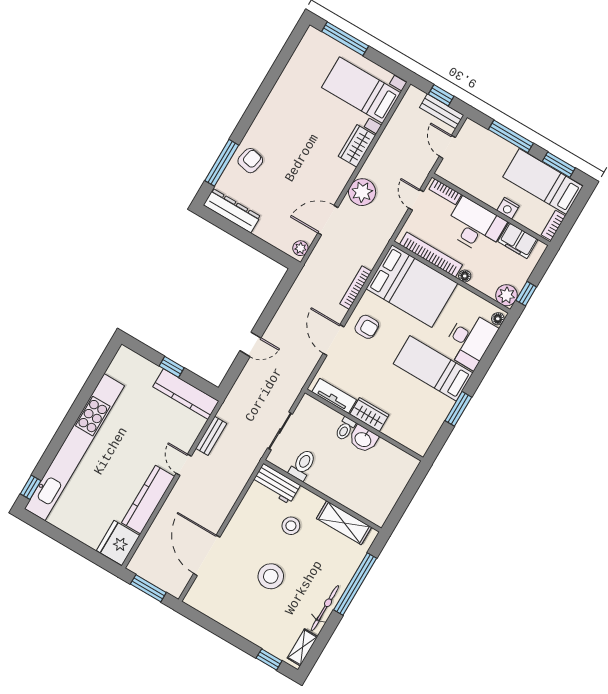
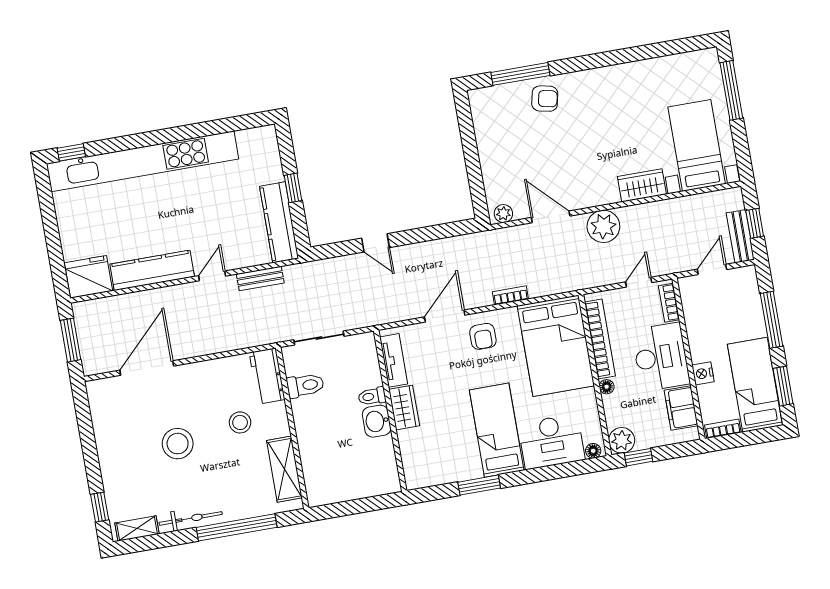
dresser: (232, 211) -> (484, 121), removed
bookcase: (356, 288) -> (510, 295), width x0.64

